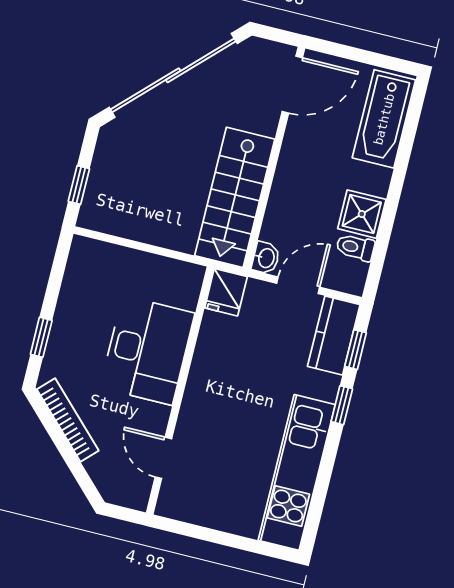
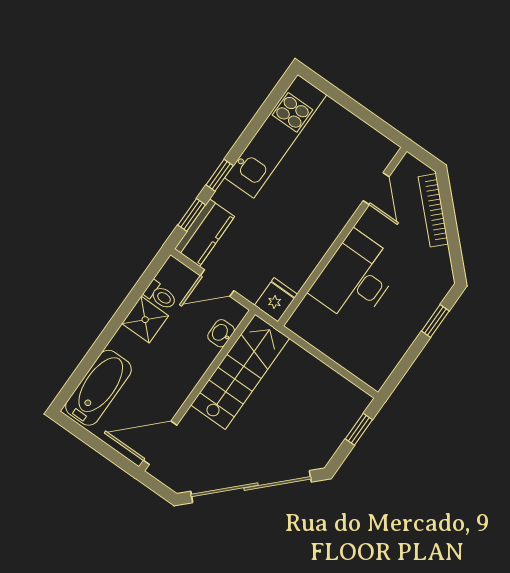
washbasin: (266, 258) -> (221, 333), moved
bookcase: (68, 420) -> (433, 210), moved

